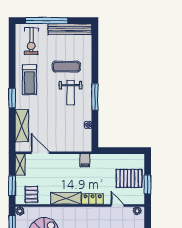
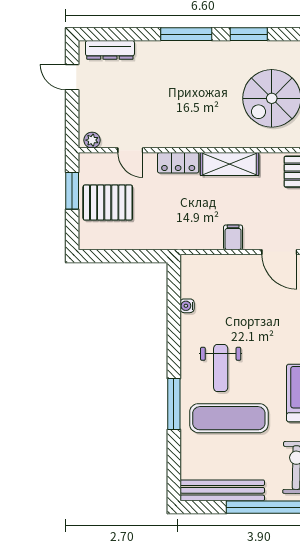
exercise mat: (66, 67) -> (229, 418), width x1.36, depth x1.45
weight bench: (71, 93) -> (221, 368), turned 180
window: (95, 97) -> (174, 404), moved
filing cabinet: (85, 160) -> (233, 237), moved

